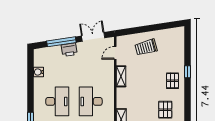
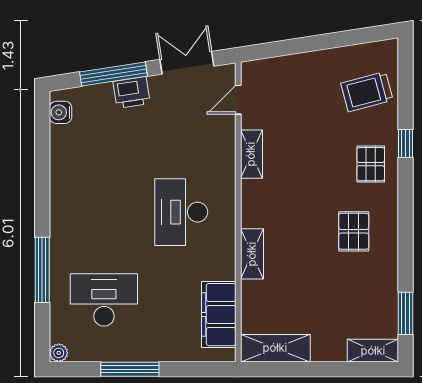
trolley: (146, 47) -> (367, 92), moved
water cooler: (39, 72) -> (61, 112), moved
desk: (57, 101) -> (104, 212), removed

